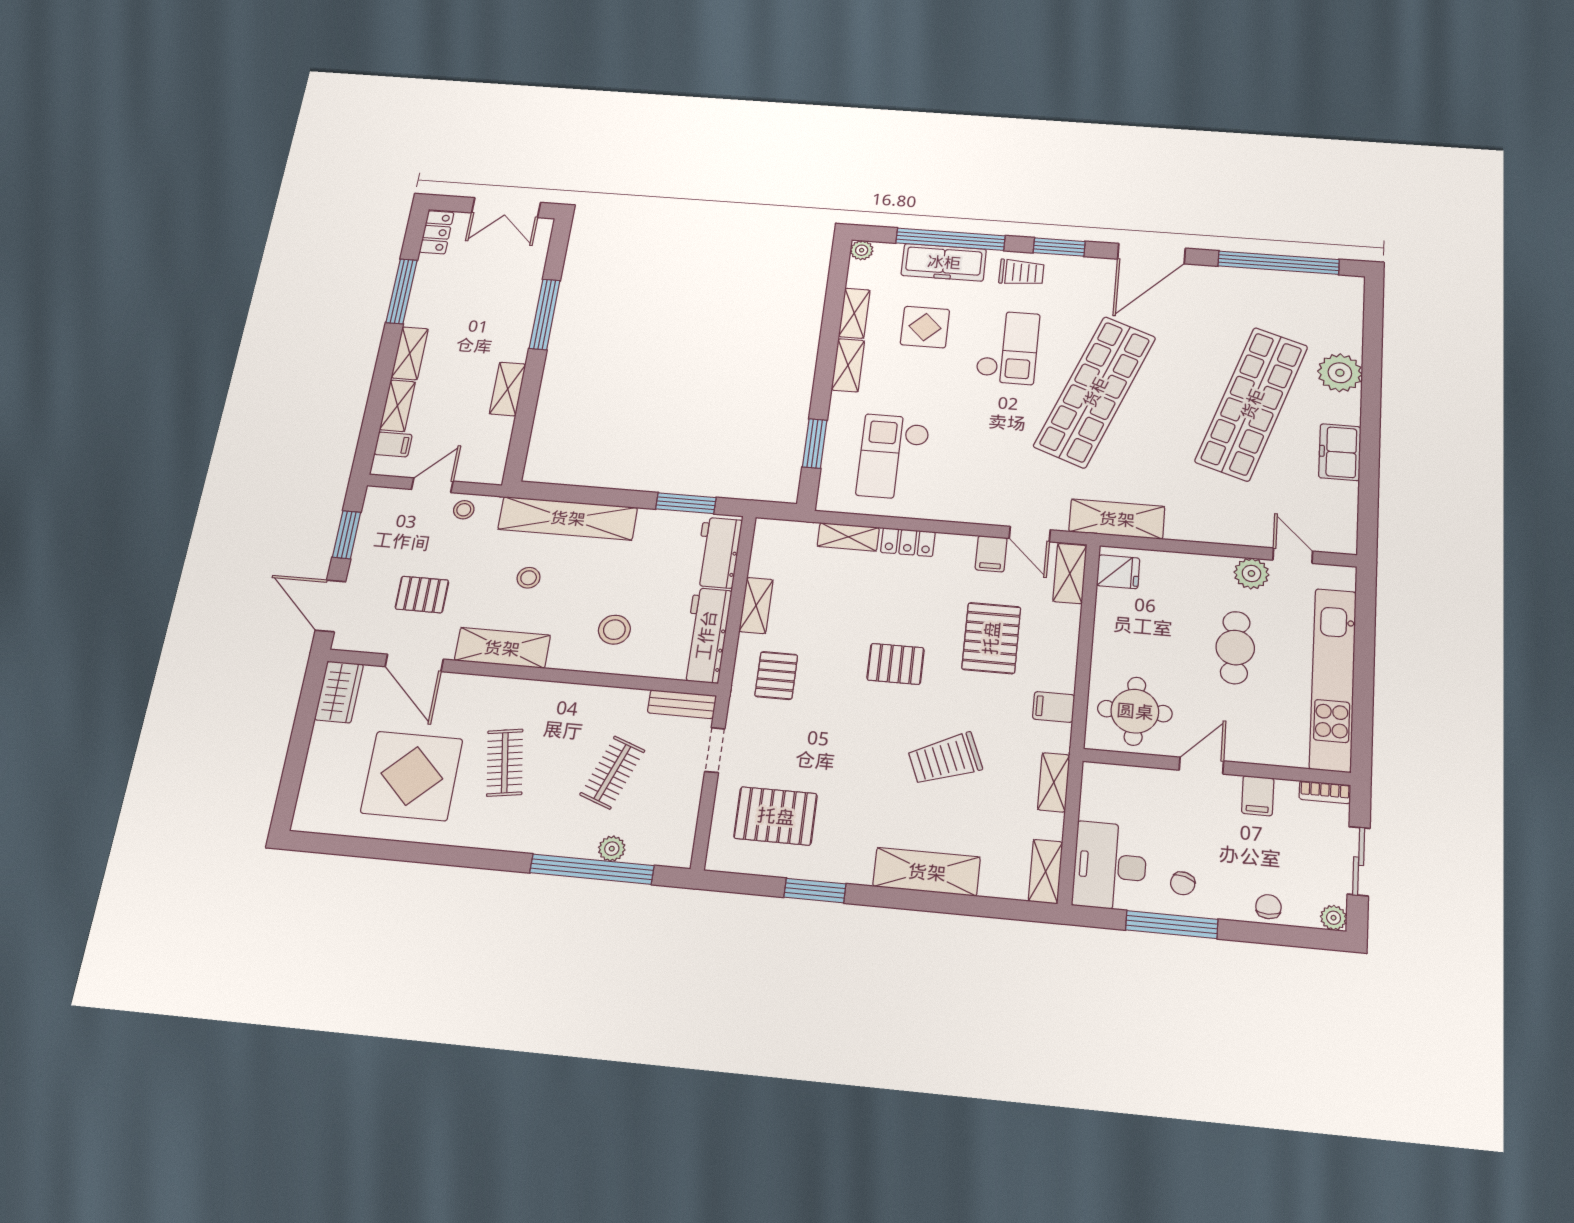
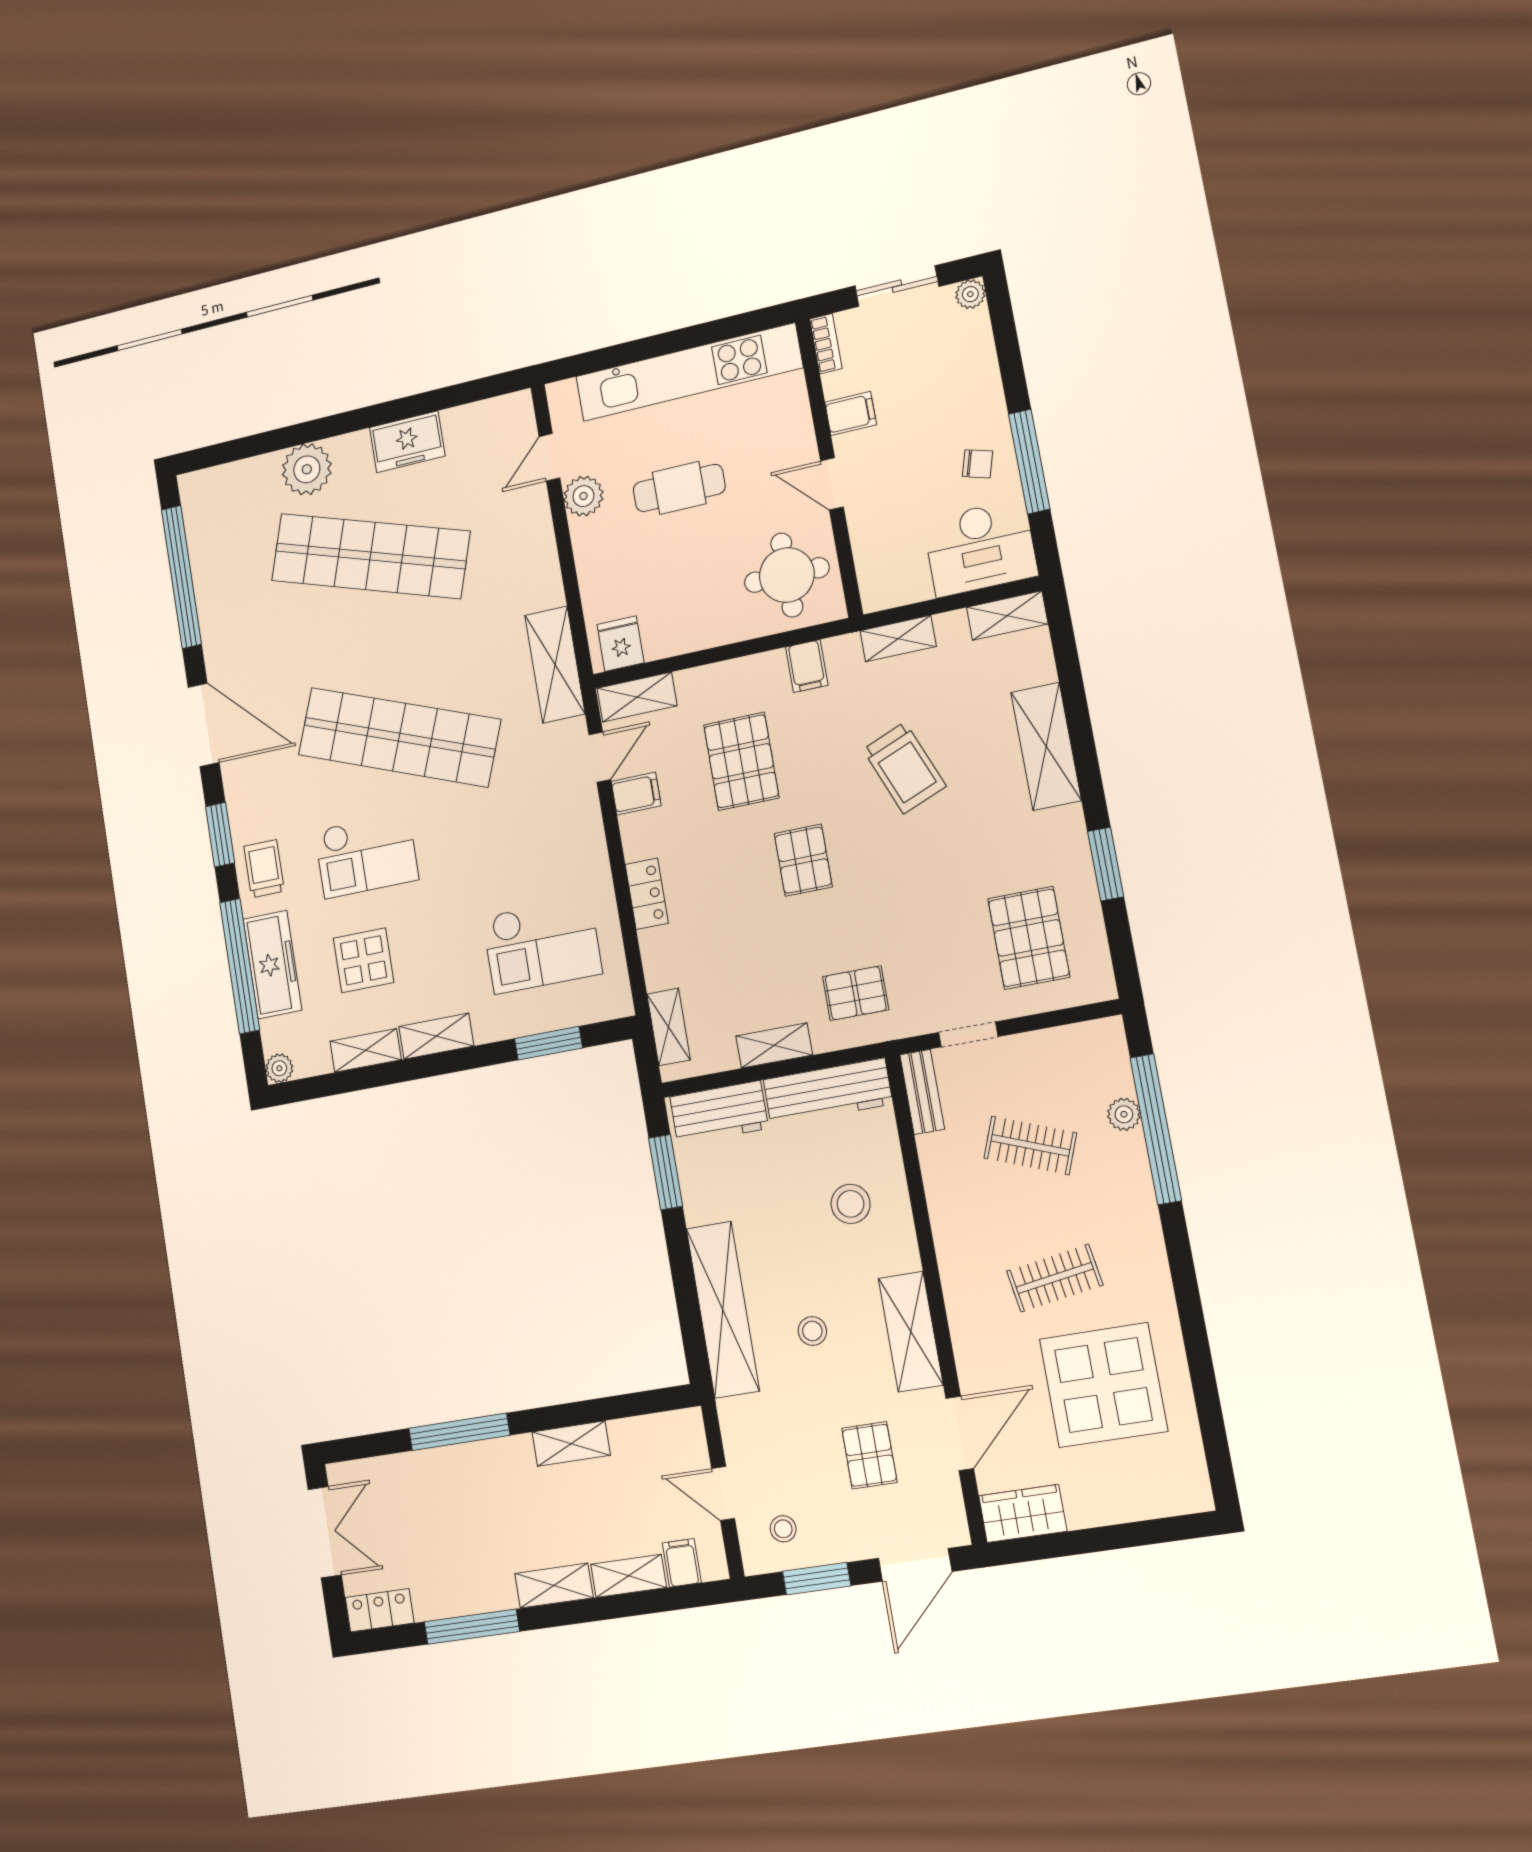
checkout: (1008, 347) -> (366, 855), turned 180
stool: (464, 510) -> (783, 1529), moved
shelving: (848, 537) -> (669, 1027), moved
pallet: (991, 638) -> (741, 761), turned 90
chair: (1268, 907) -> (978, 366), removed

